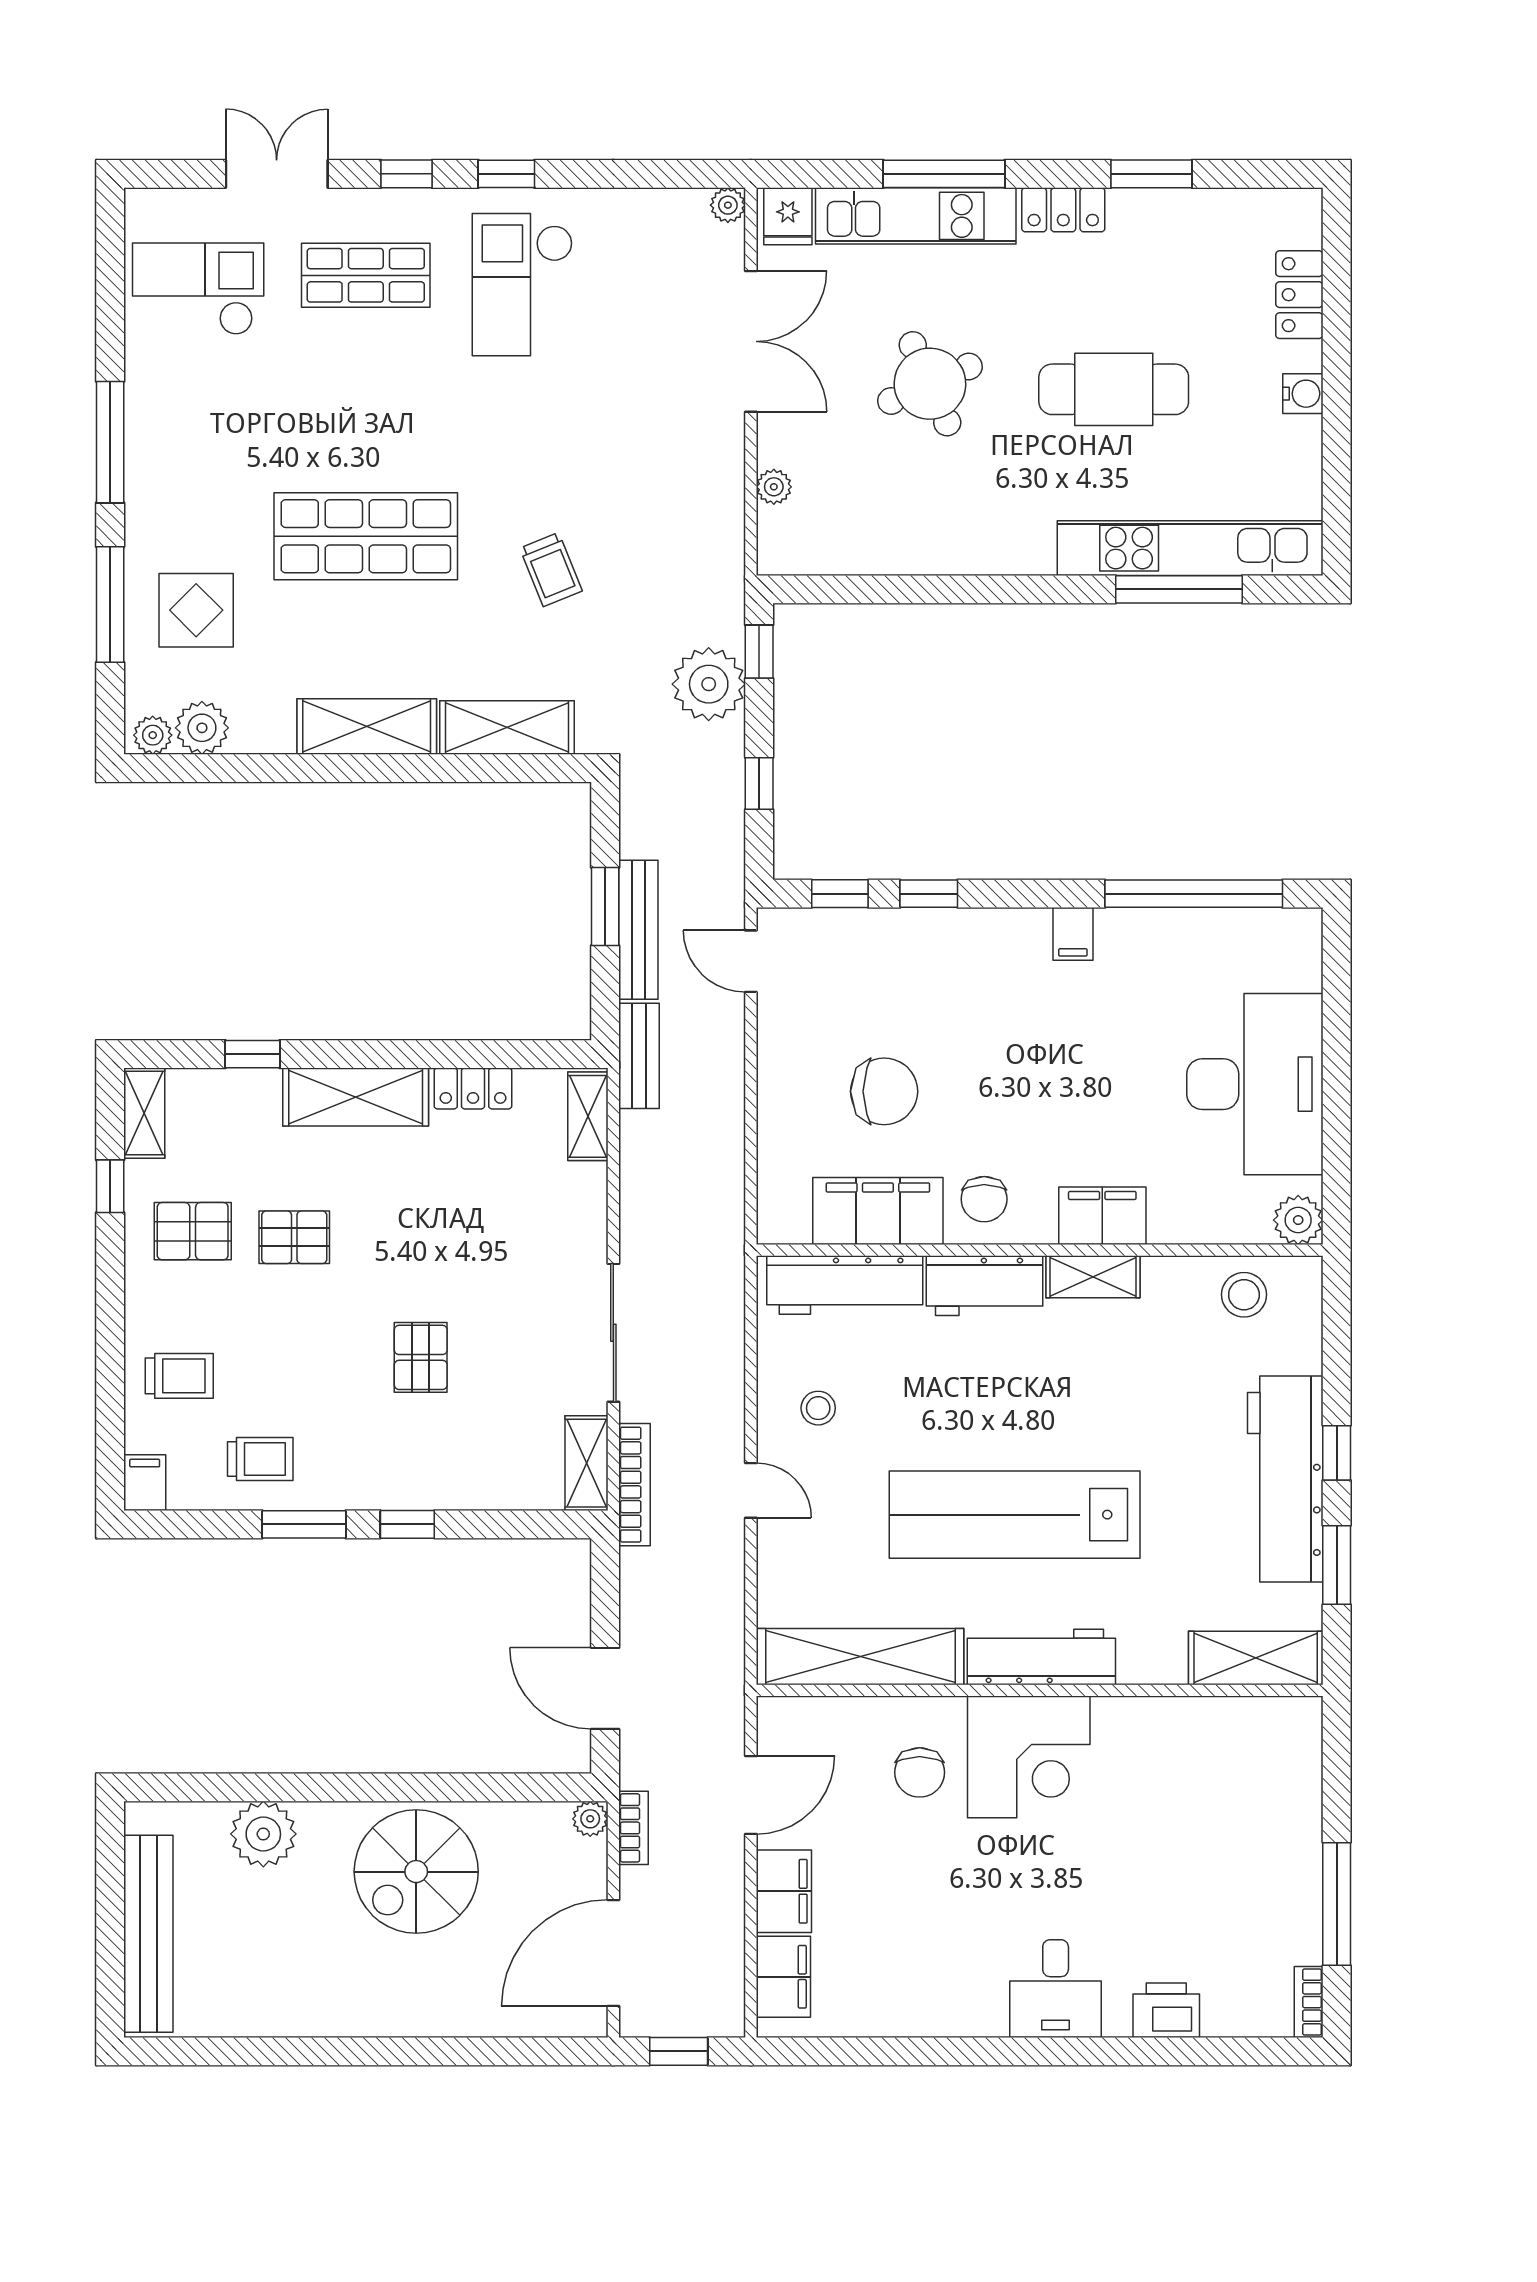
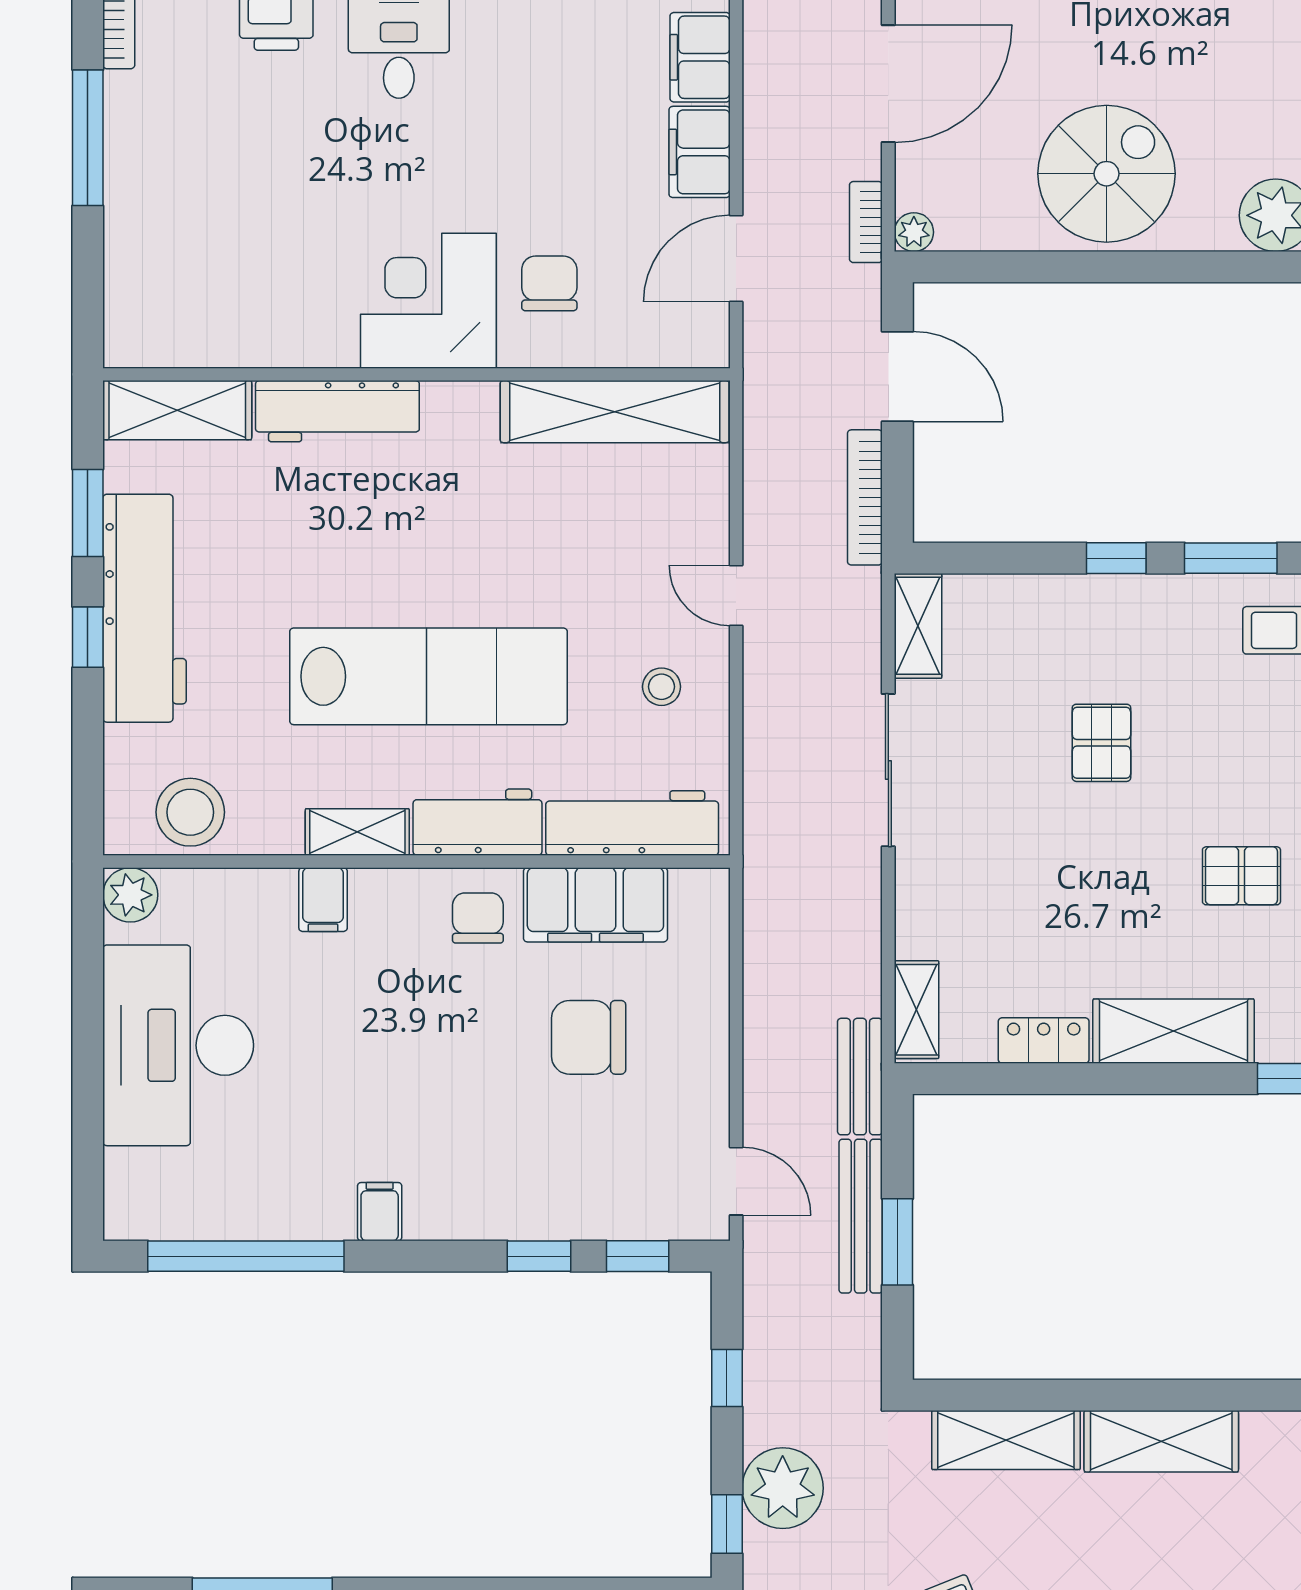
filing cabinet: (1102, 1216) -> (323, 900), width x0.50
stool: (1244, 1295) -> (190, 812), width x1.38, depth x1.38
bookcase: (634, 1485) -> (865, 497), moved
lab bench: (1015, 1515) -> (429, 676), moved
workbench: (1041, 1657) -> (337, 411), moved

